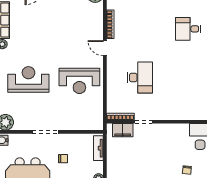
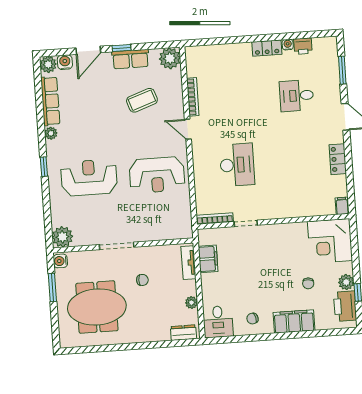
coffee table: (72, 24) -> (142, 100), added
filing cabinet: (123, 130) -> (208, 259), moved, turned -90

